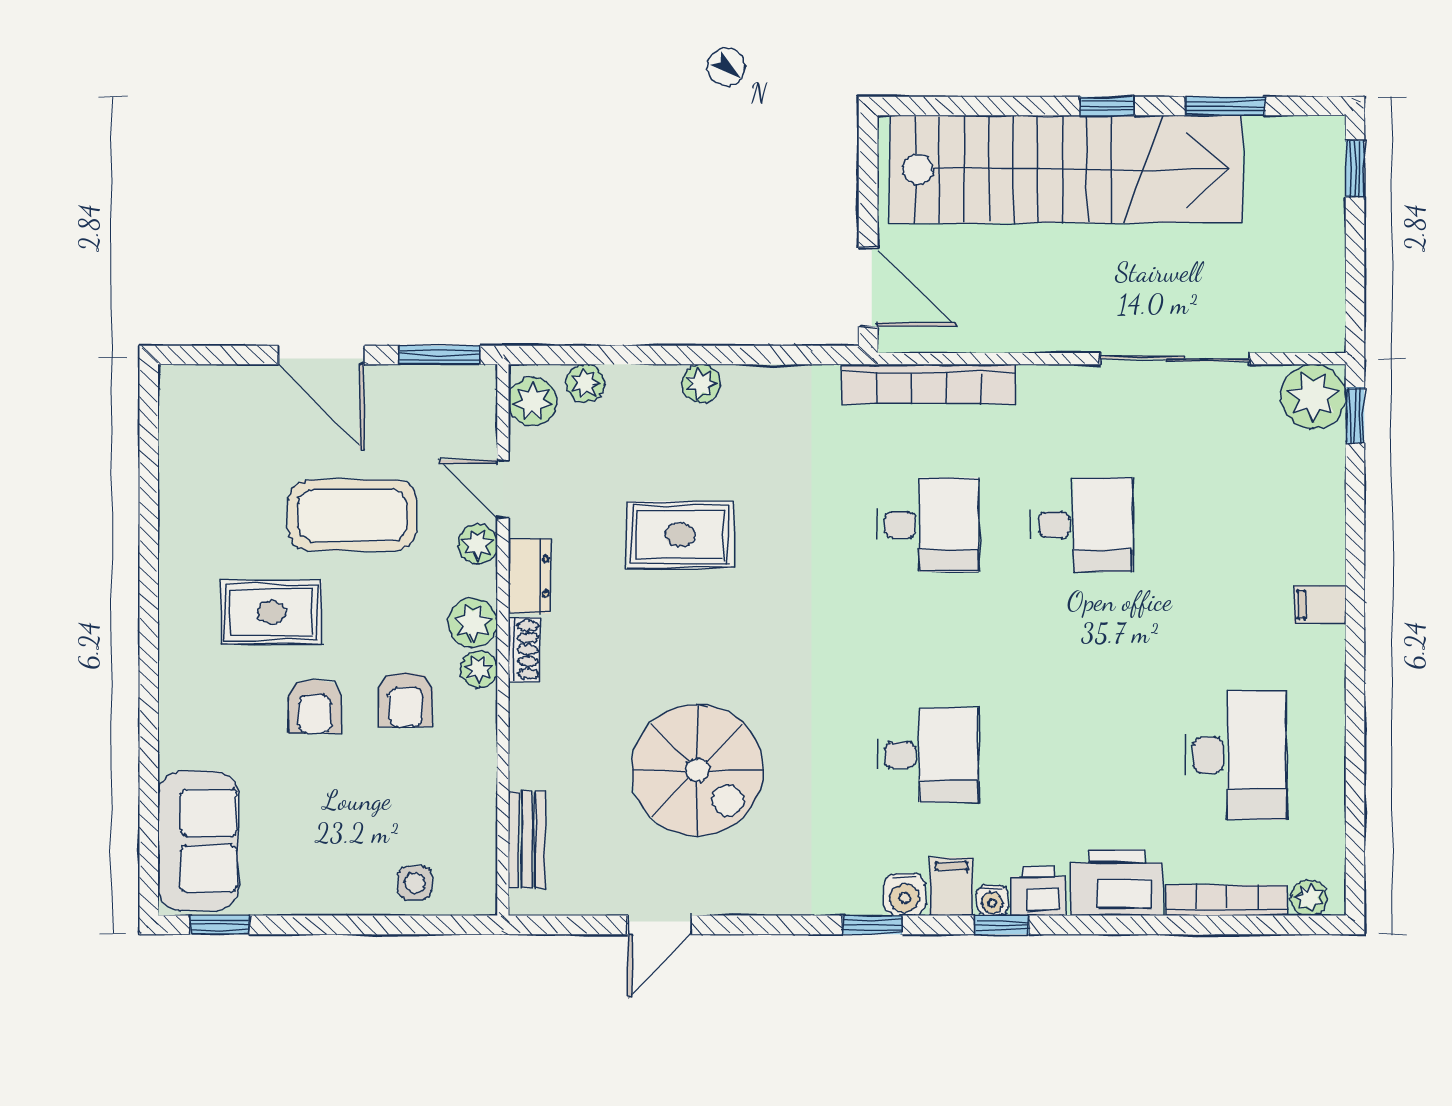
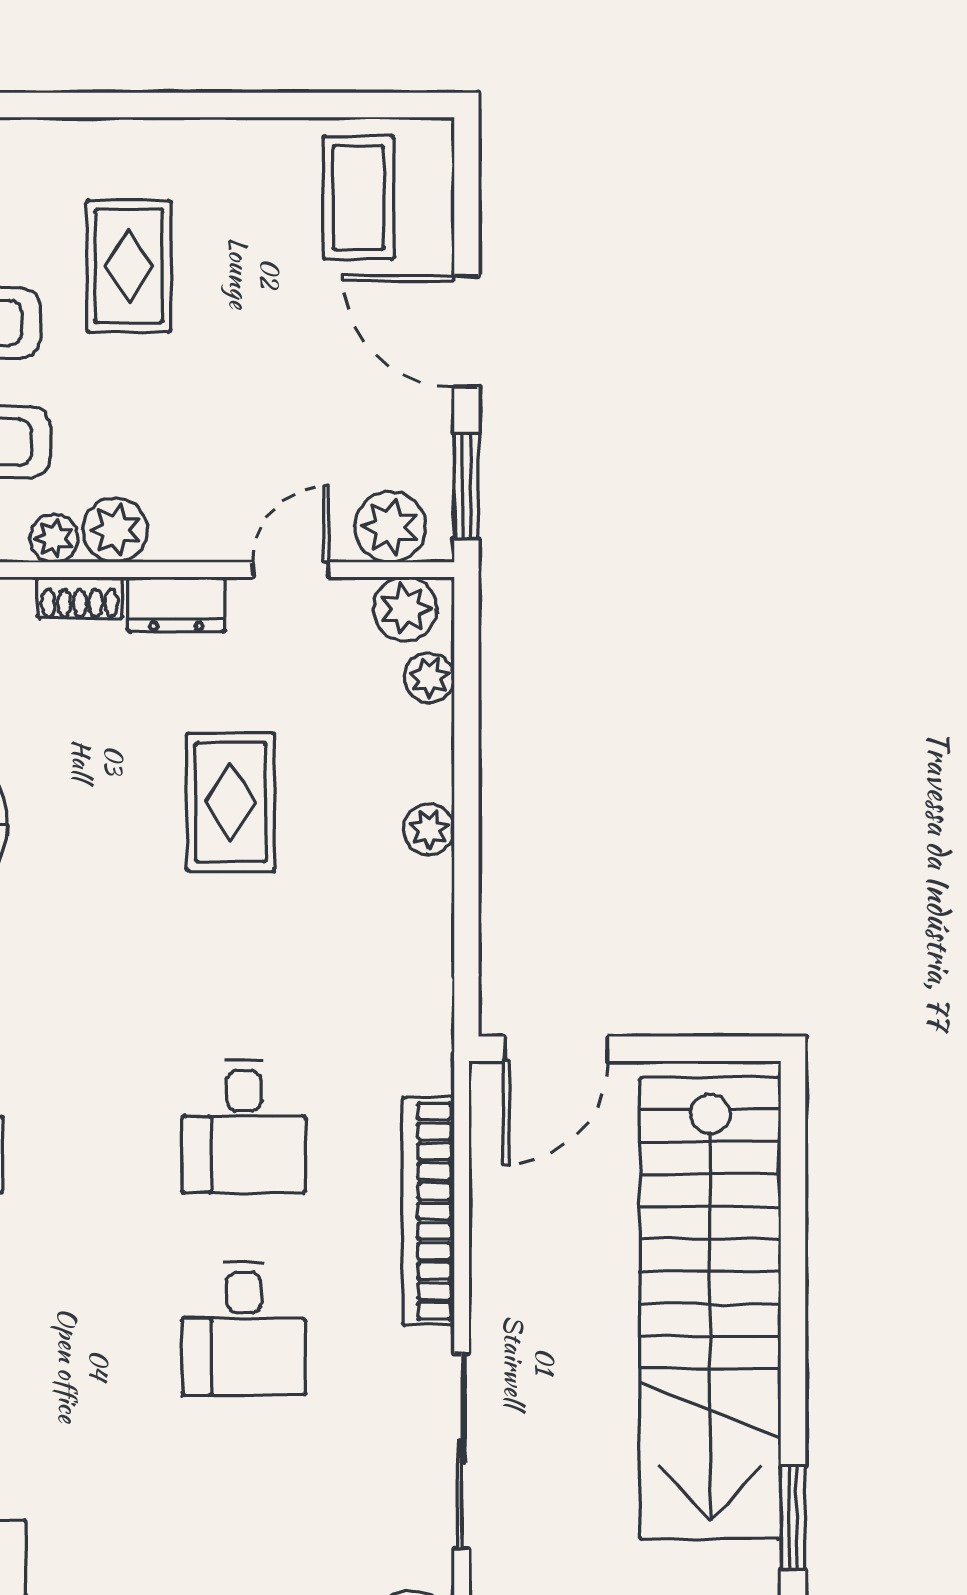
window: (1107, 106) -> (793, 1362), removed
door: (321, 355) -> (466, 331), hinge flipped
bookcase: (929, 384) -> (428, 1211), moved
coffee table: (353, 515) -> (358, 198), moved, width x0.73, depth x0.76
plant: (478, 544) -> (390, 527), moved, width x1.38, depth x1.38

